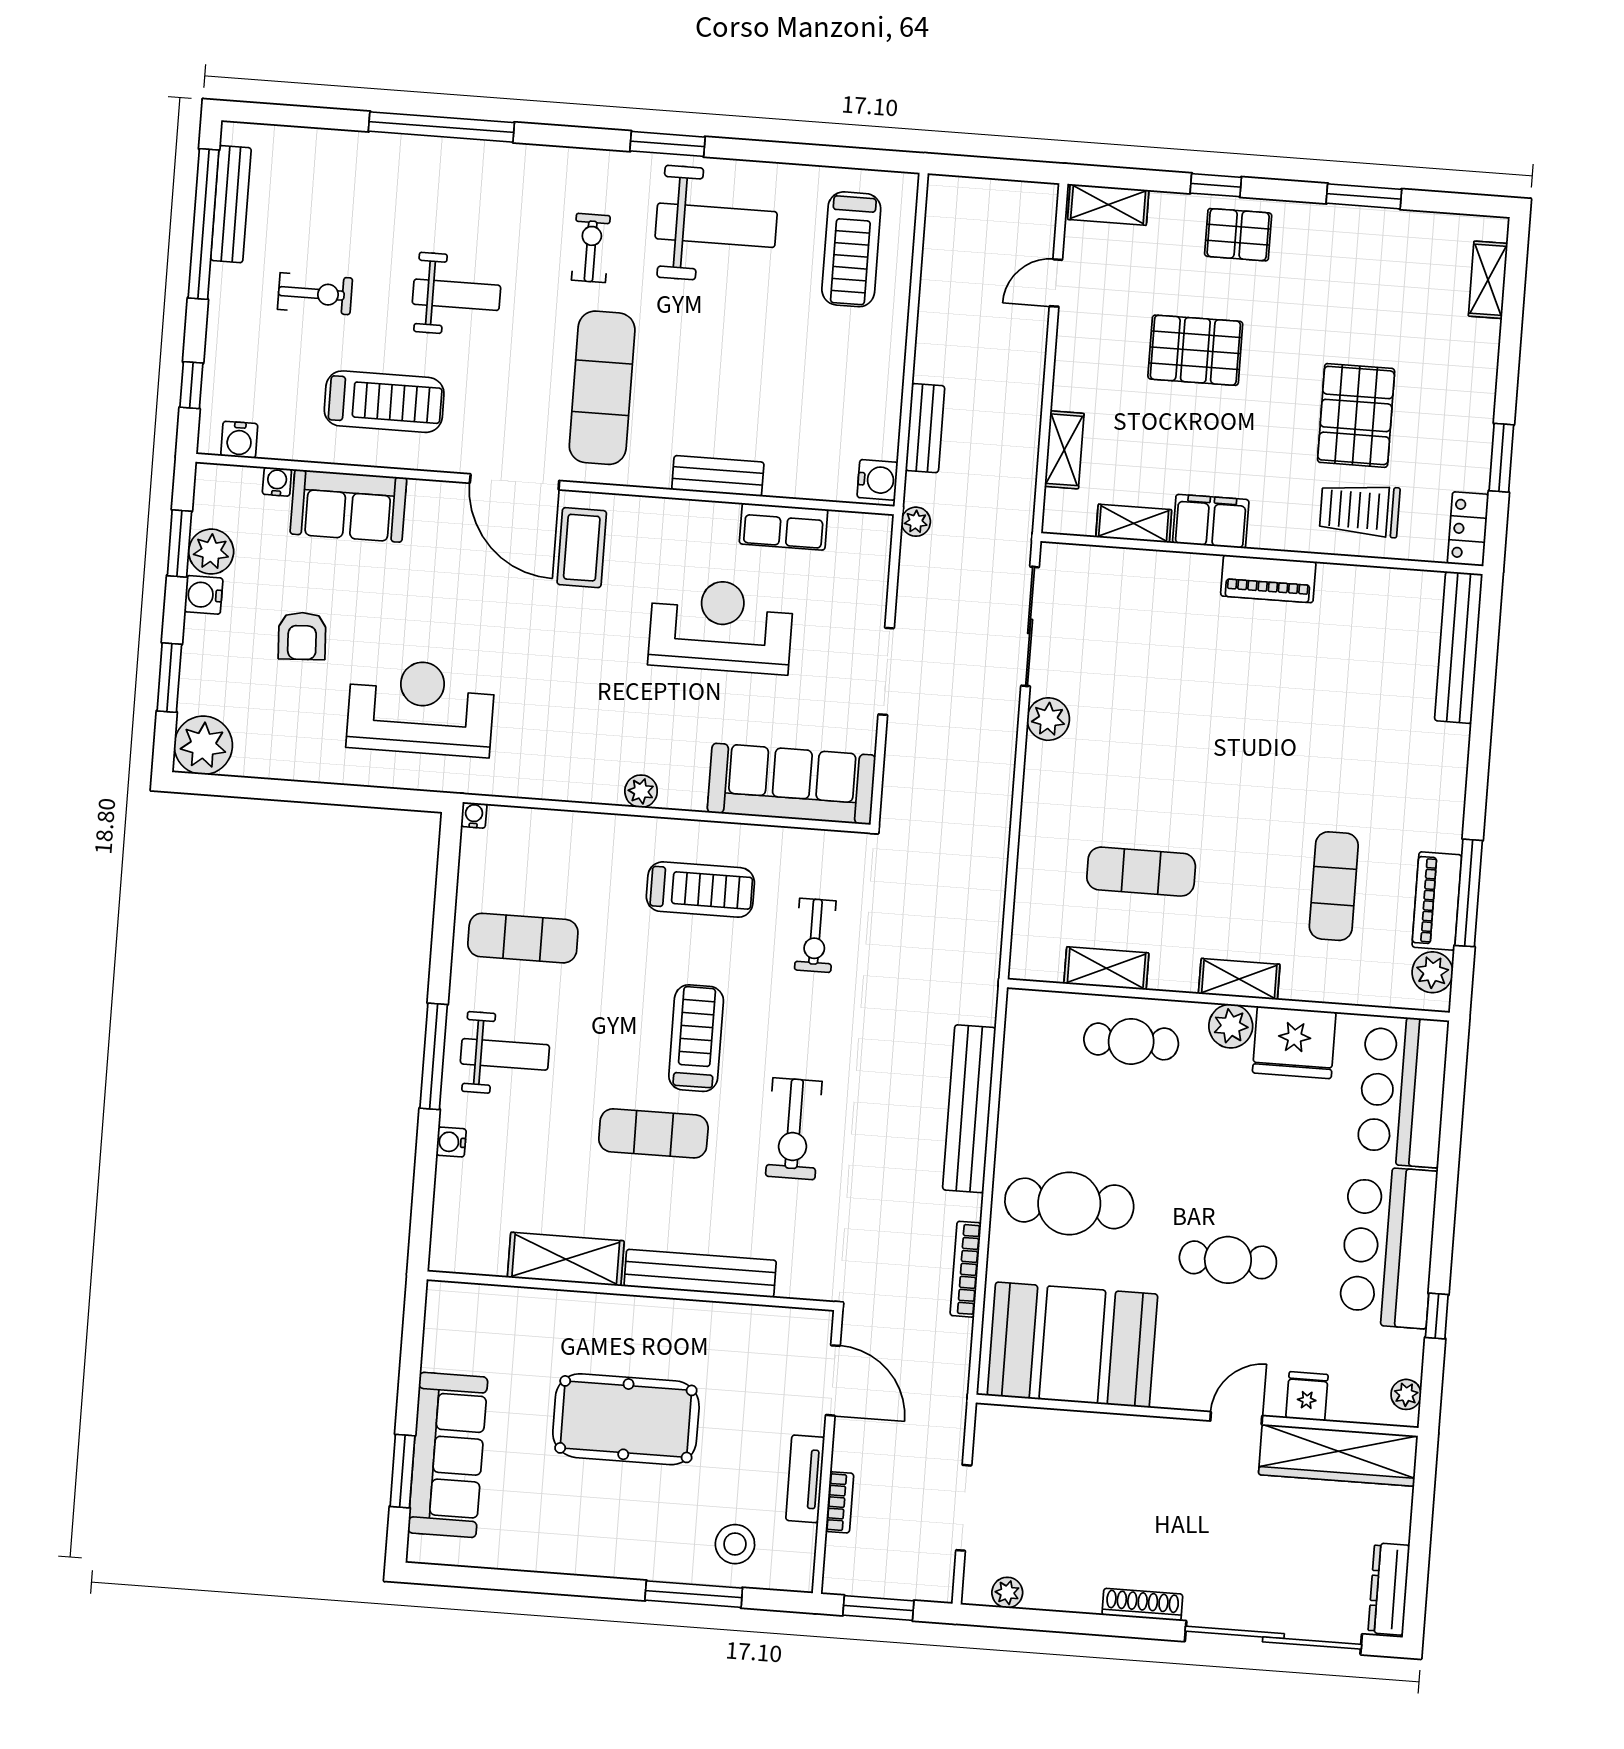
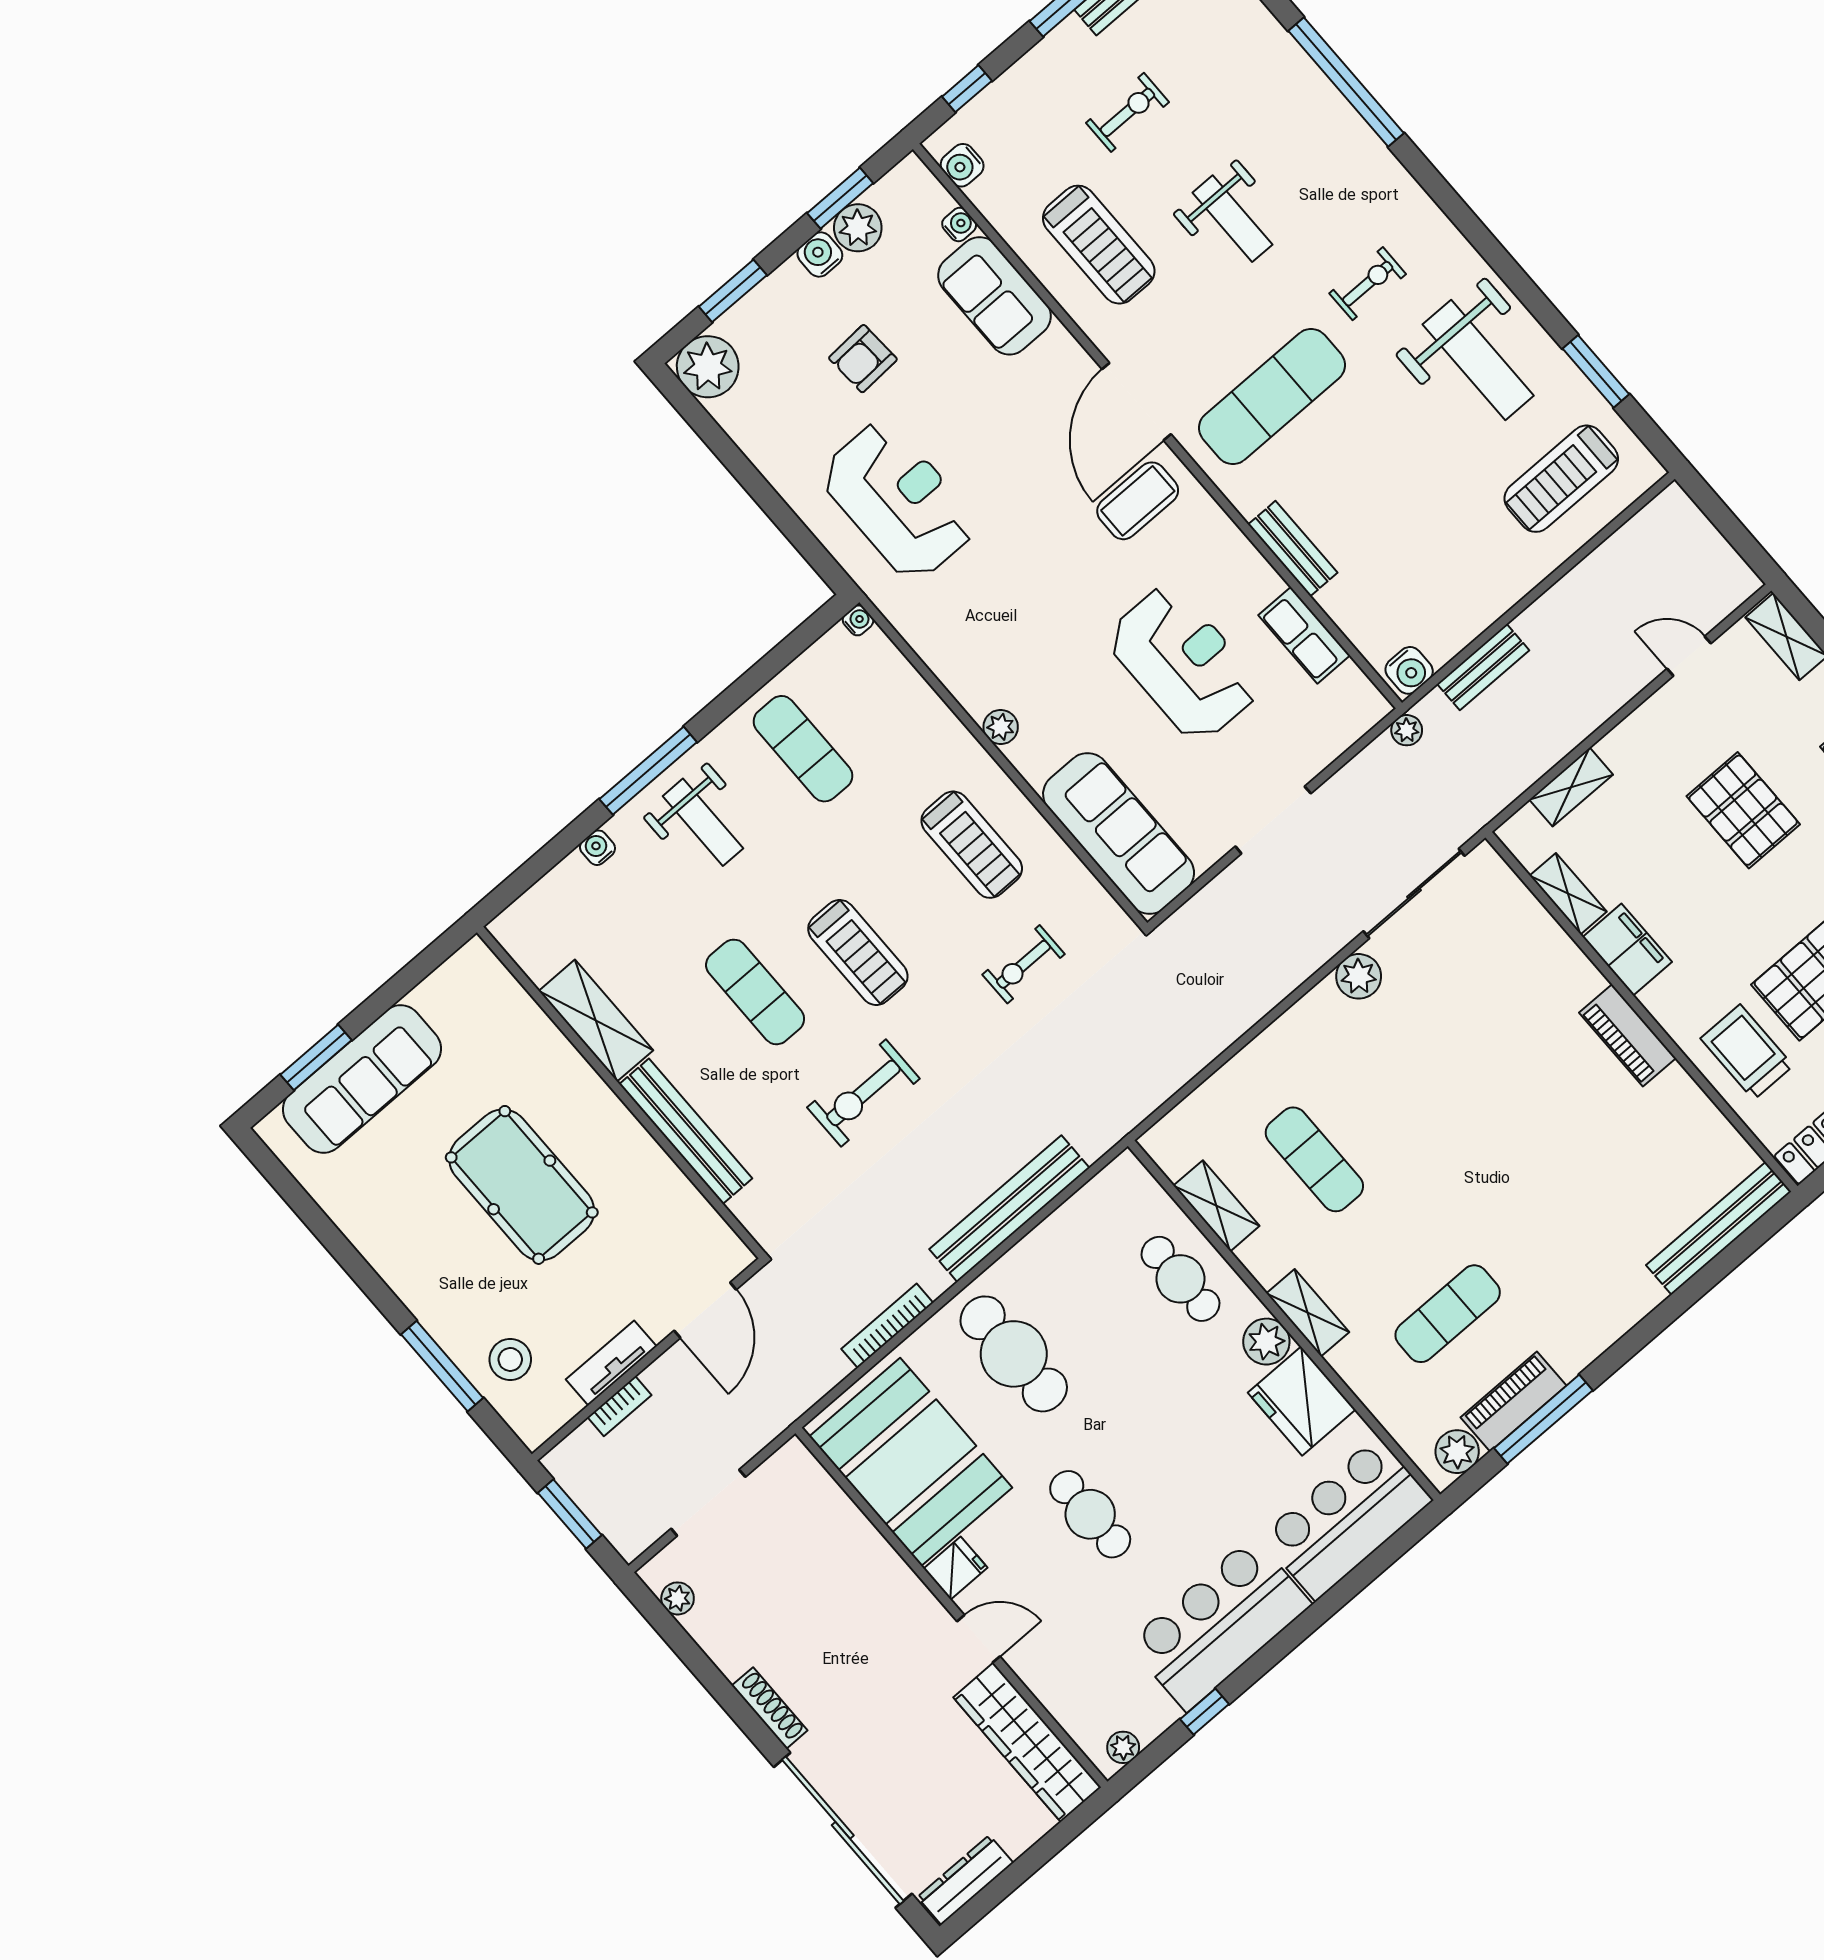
window: (668, 144) -> (1596, 371), moved
exercise bike: (315, 294) -> (1127, 112), turned -90
treadmill: (696, 1038) -> (858, 952), turned 90
fridge: (1307, 1396) -> (955, 1568), moved

